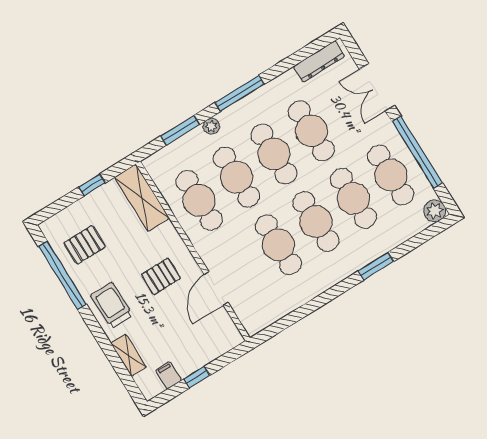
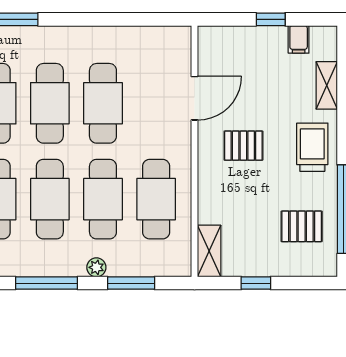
shelving: (142, 198) -> (209, 251), width x0.67, depth x0.75
trolley: (112, 305) -> (312, 147), turned 180

